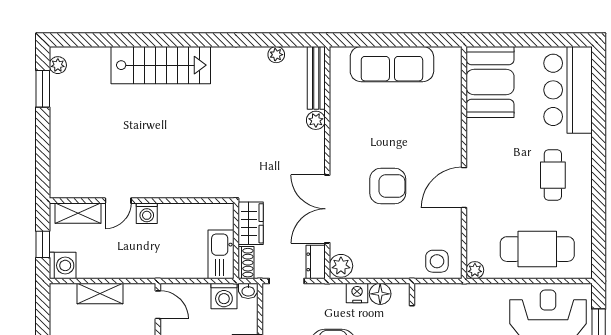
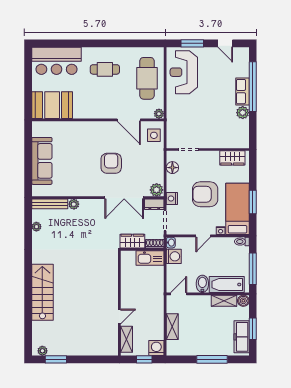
door: (464, 188) -> (129, 120), moved
door: (118, 201) -> (119, 317), hinge flipped
washing machine: (147, 213) -> (127, 300), removed
nightstand: (357, 293) -> (172, 198), moved

